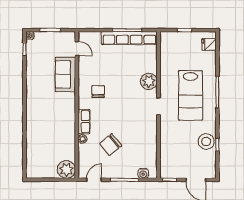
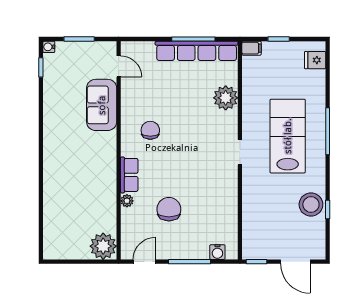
filing cabinet: (166, 36) -> (251, 48), added
plant: (149, 81) -> (226, 98), moved
lab bench: (191, 95) -> (288, 136), turned 180
chair: (111, 145) -> (169, 209), turned 129

